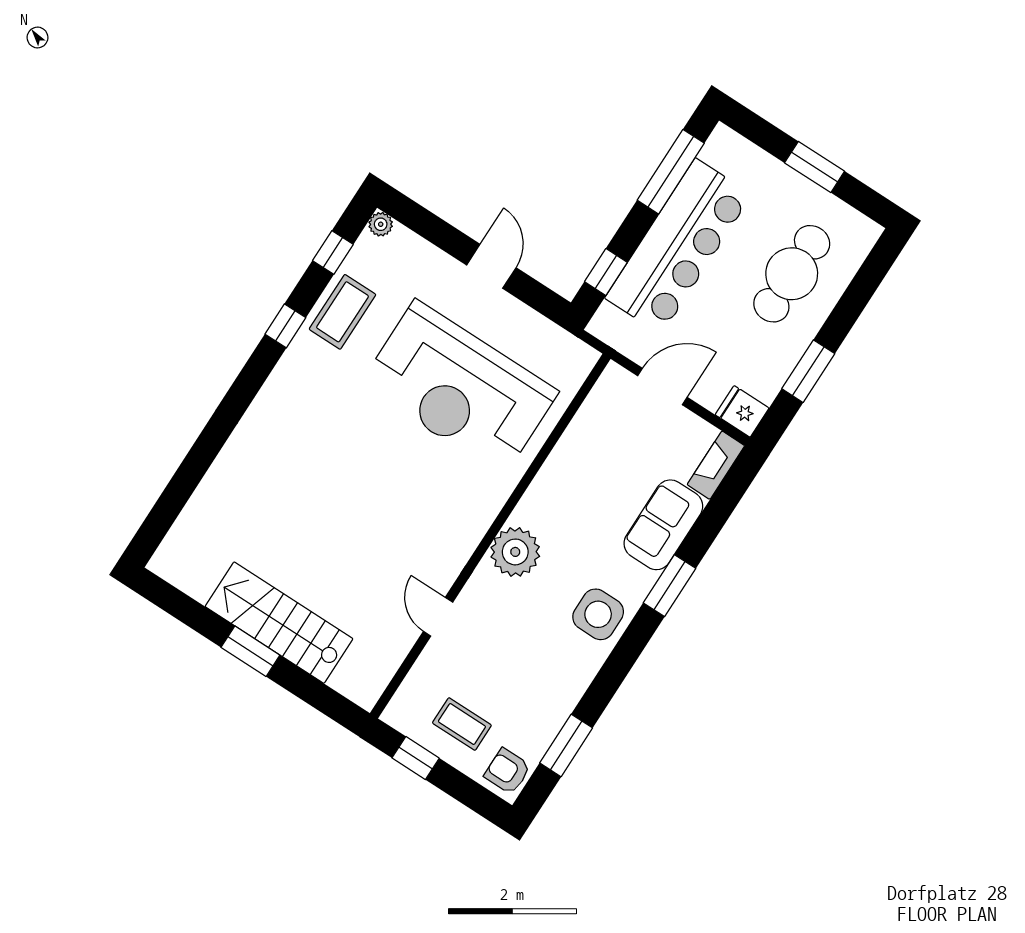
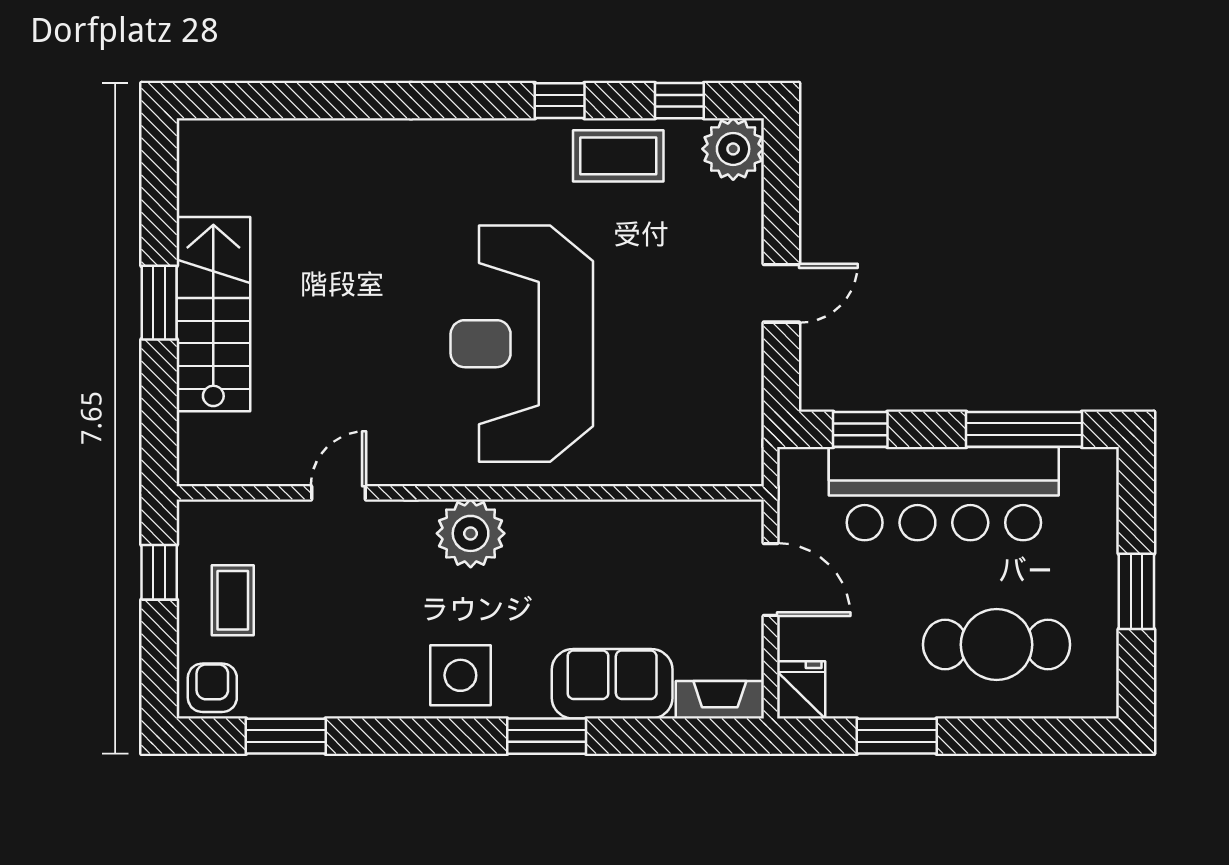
plant: (381, 224) -> (733, 149), width x1.88, depth x1.88
reception desk: (459, 388) -> (522, 344), moved

